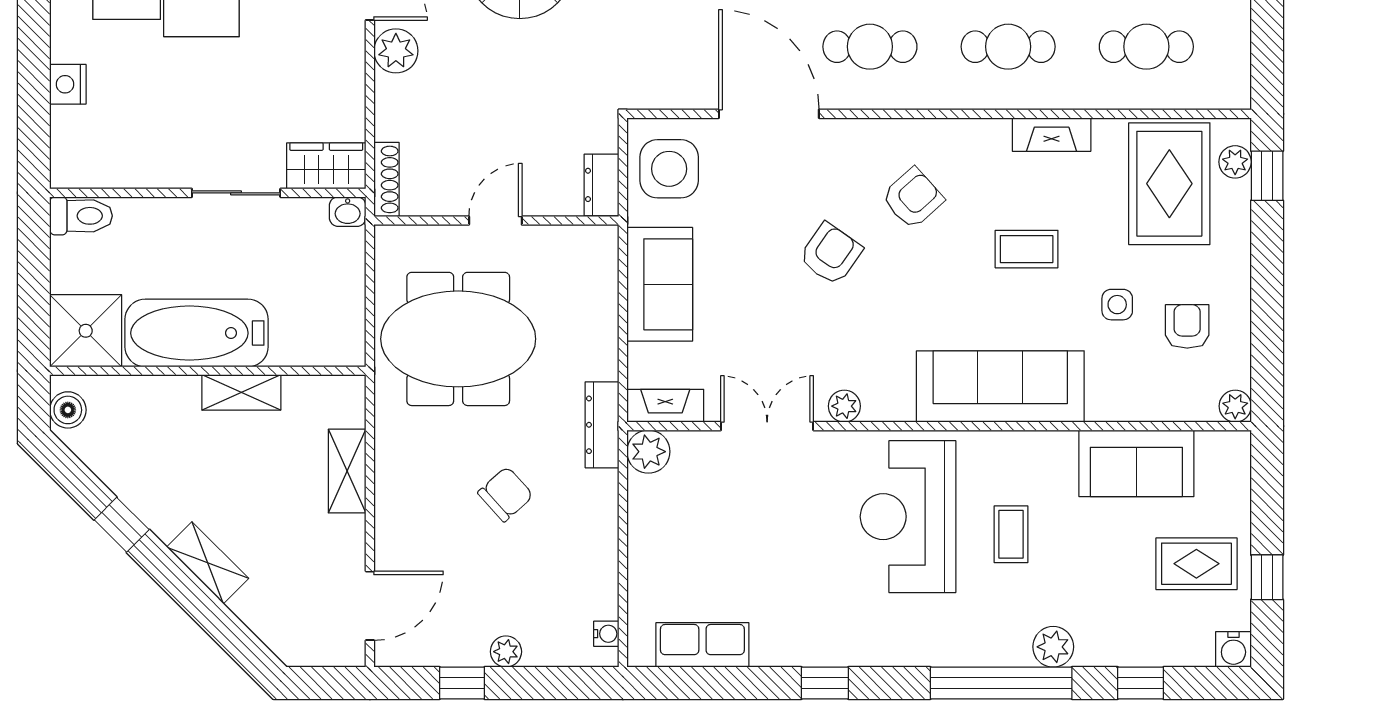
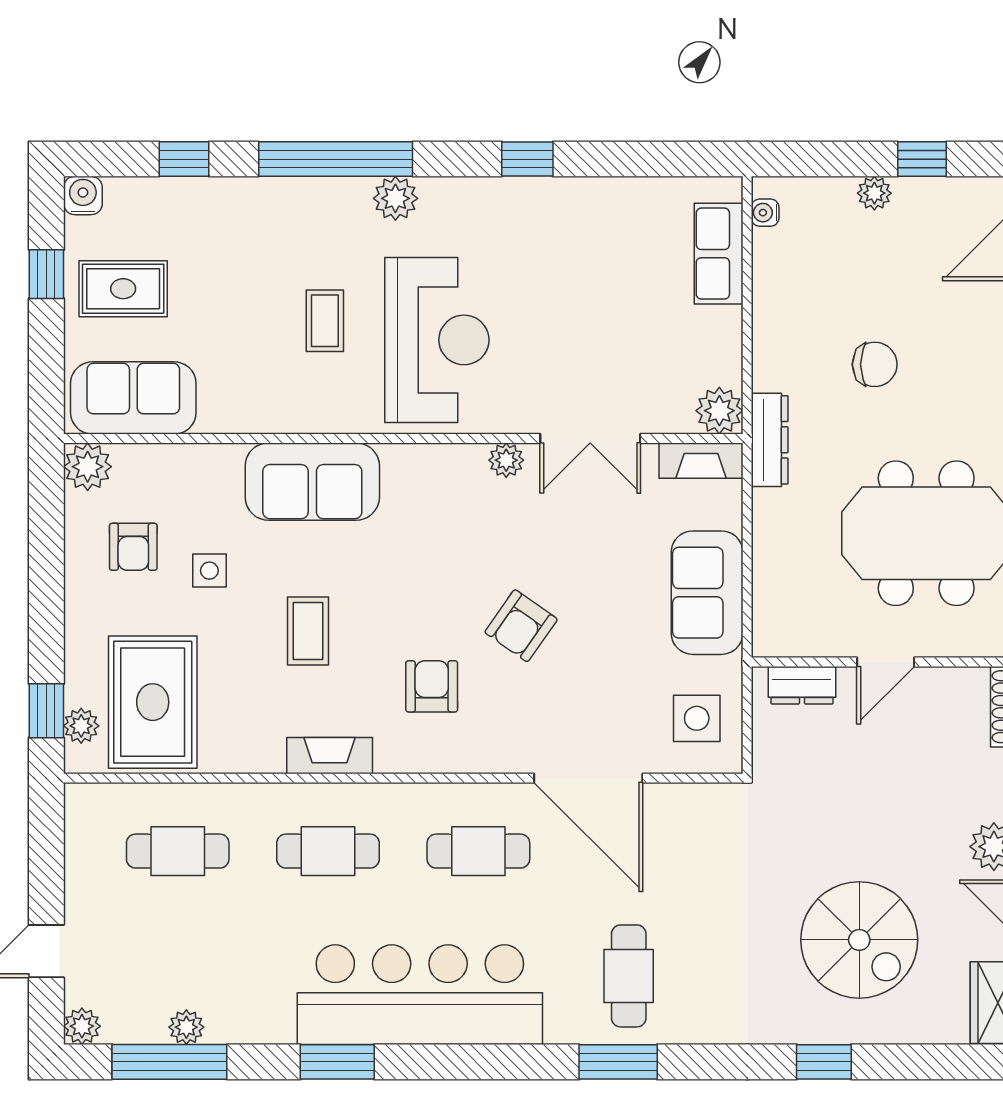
fireplace: (1052, 135) -> (330, 756), moved
side table: (669, 169) -> (697, 718), width x0.73, depth x0.73
dresser: (602, 185) -> (802, 685), moved, turned 90
armchair: (913, 198) -> (432, 686), turned 132
coffee table: (1027, 249) -> (308, 631), turned 90
sofa: (1000, 386) -> (312, 482), width x0.73
plant: (1235, 406) -> (88, 467), width x1.38, depth x1.38
sofa: (1136, 463) -> (133, 398), moved
chair: (505, 494) -> (875, 364), turned -138
row of seats: (702, 645) -> (719, 254), moved, turned 90
plant: (1053, 647) -> (395, 198), moved

